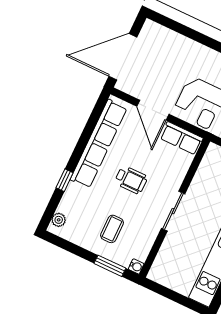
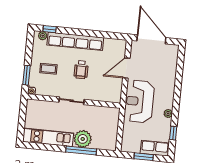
row of seats: (181, 138) -> (116, 90), removed
row of seats: (99, 144) -> (75, 41), moved
window: (65, 180) -> (50, 29), moved

